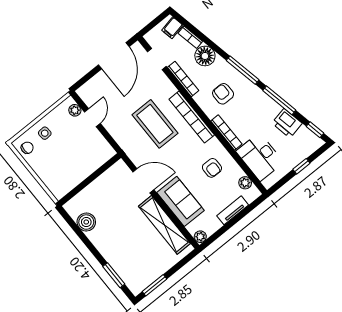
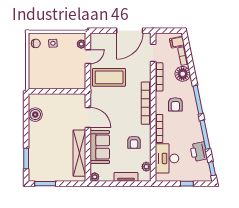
armchair: (223, 94) -> (175, 104), turned 180
coffee table: (155, 124) -> (109, 77), moved, turned 90

